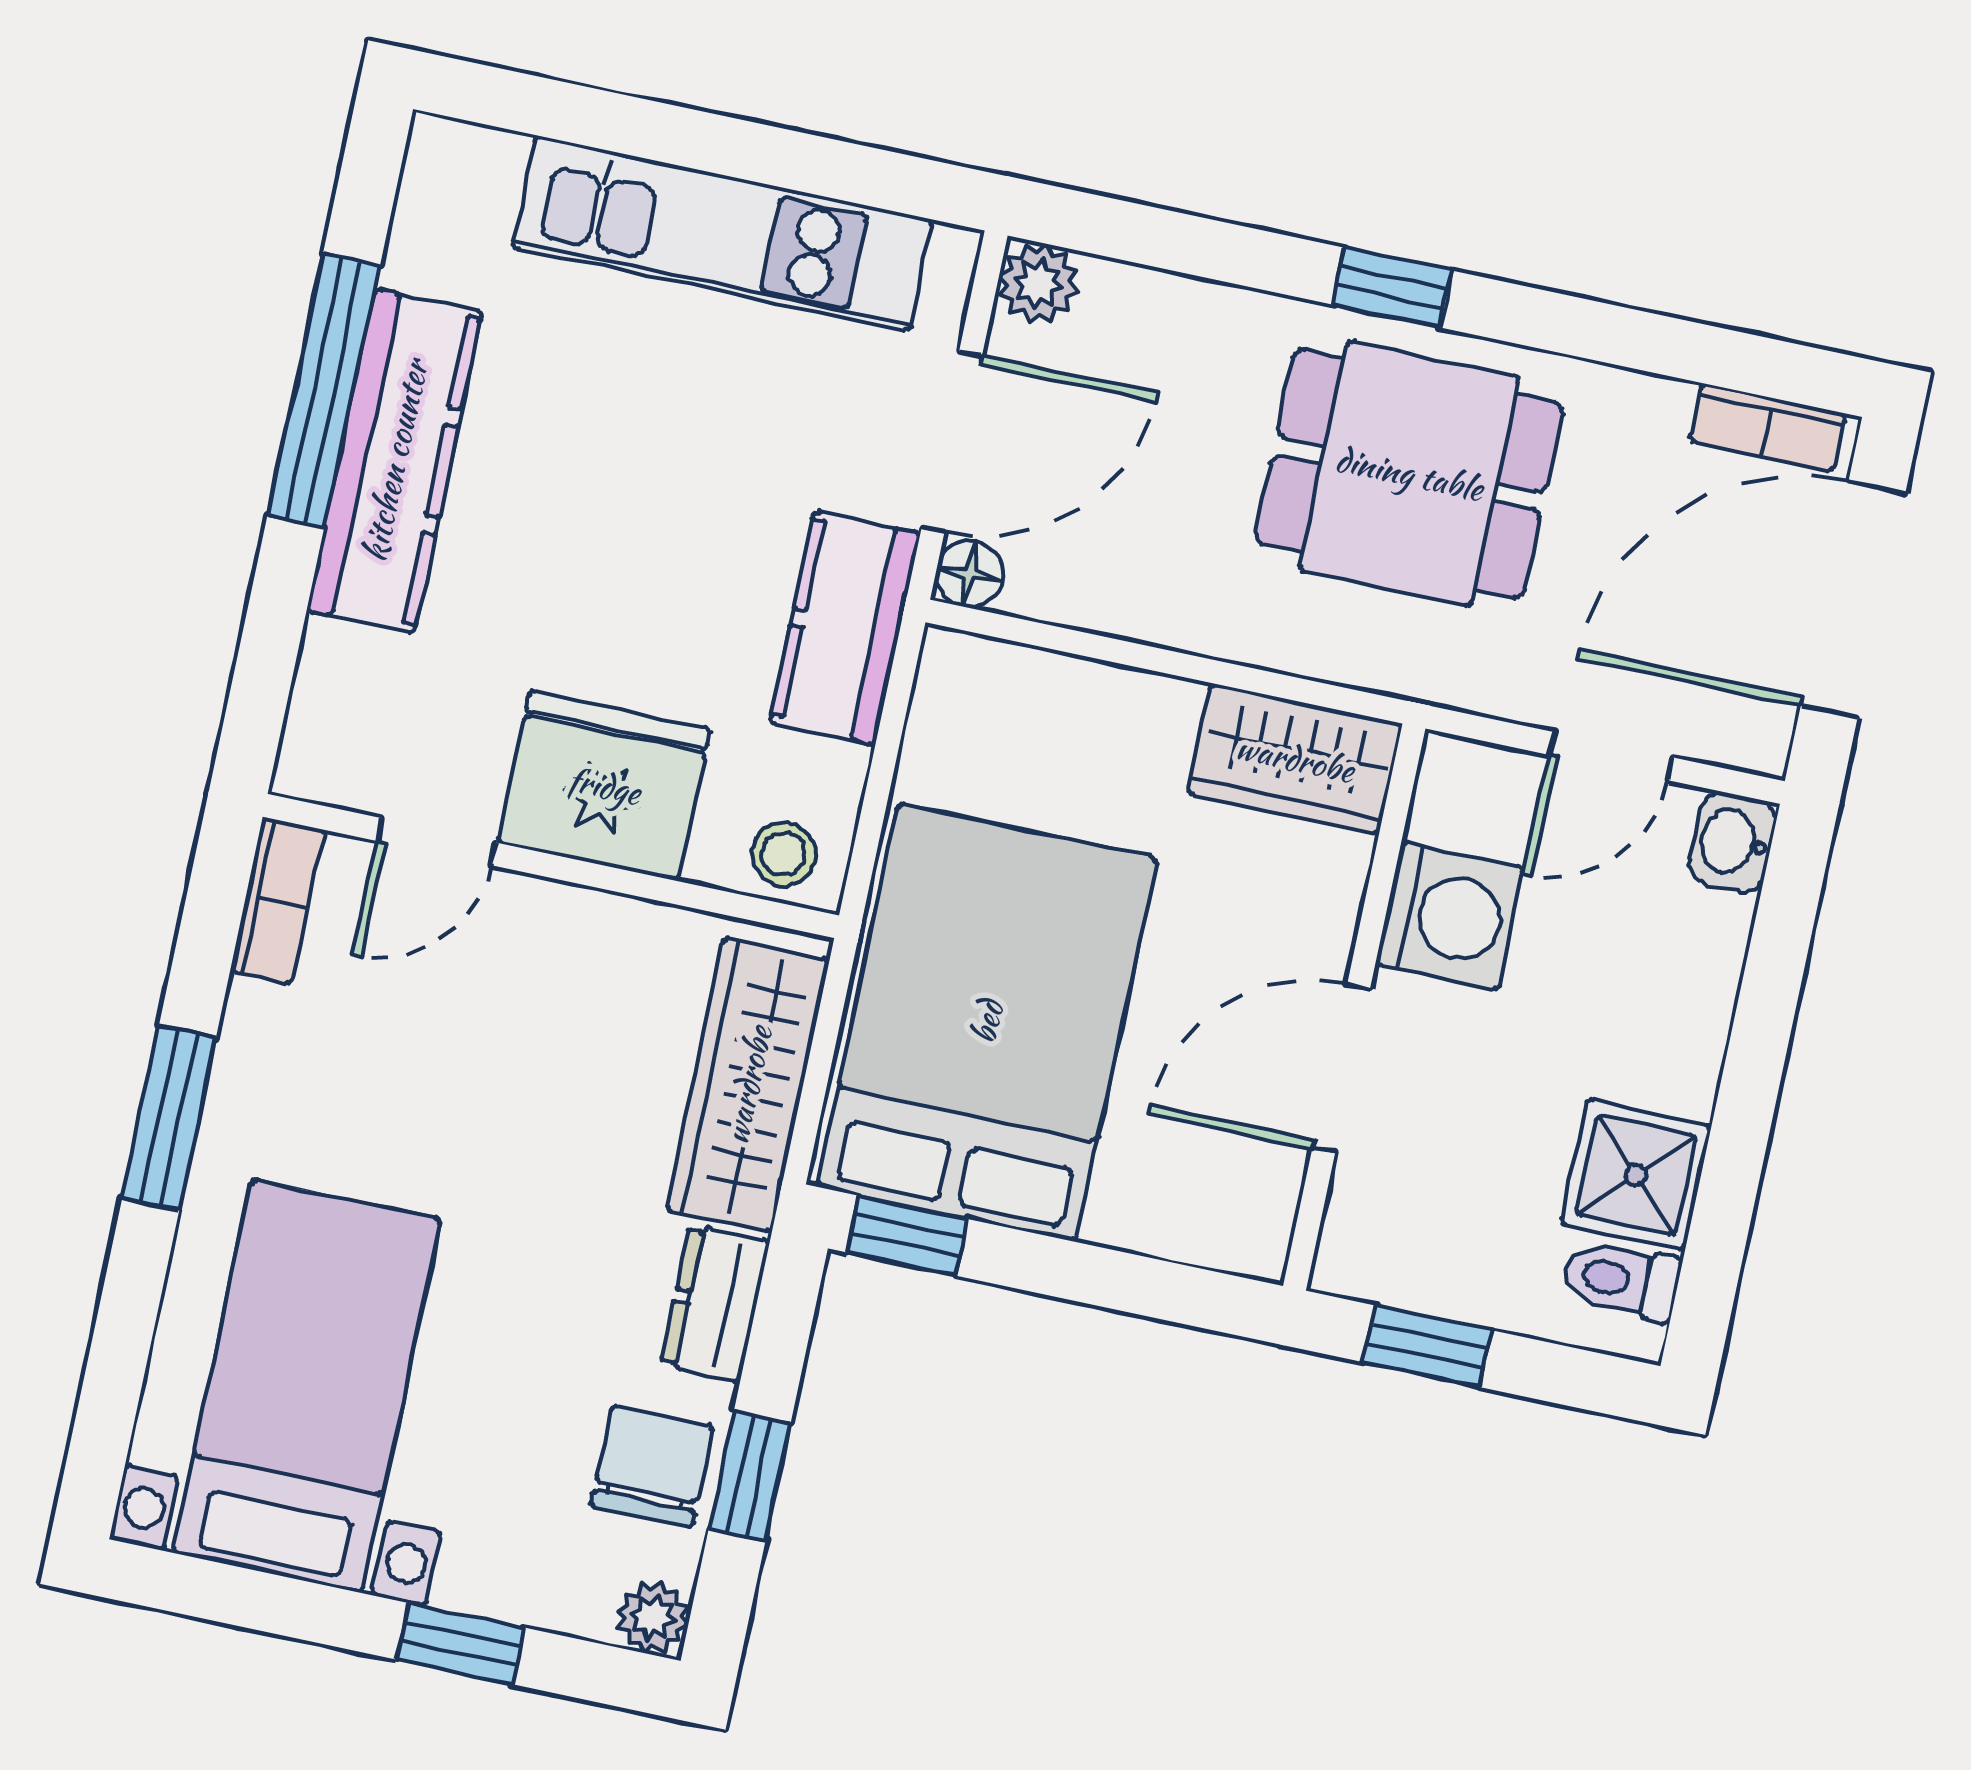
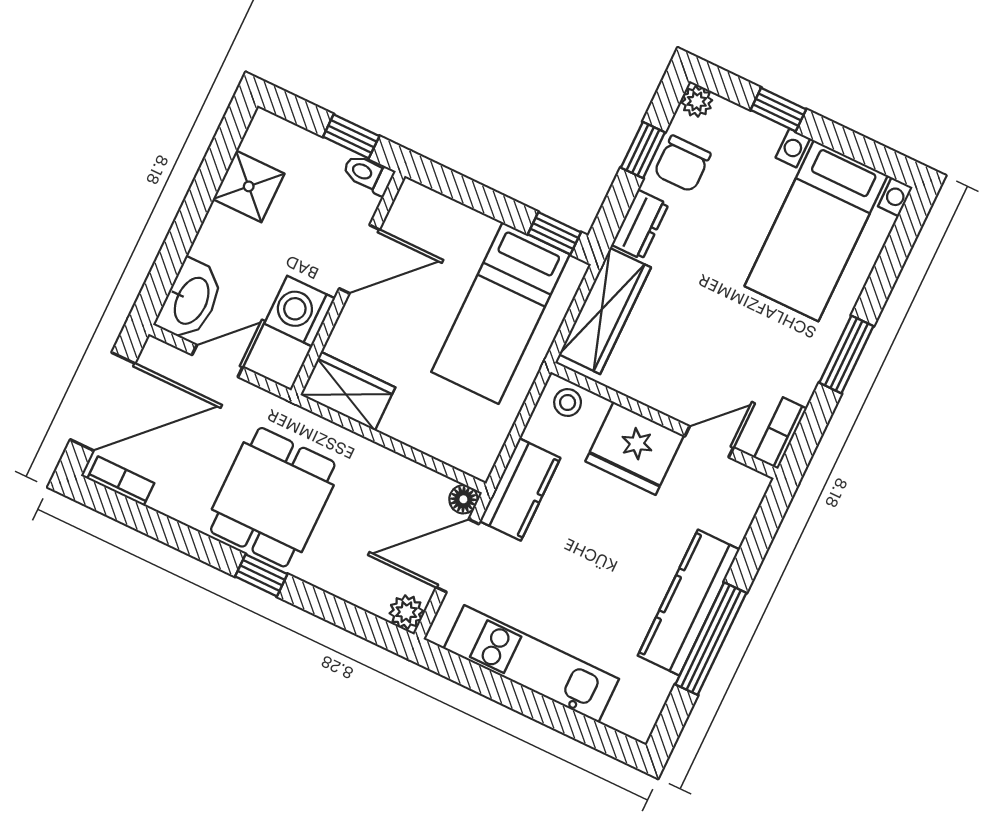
dining table: (1409, 474) -> (273, 497), turned 90
washbasin: (1733, 842) -> (190, 300), width x1.91, depth x1.45
bed: (987, 1022) -> (501, 313), width x0.67
toilet: (1621, 1280) -> (368, 174), moved, turned 180

